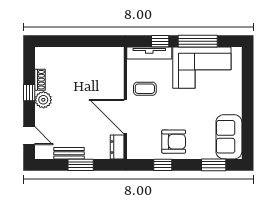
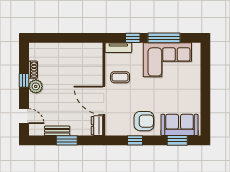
tv unit: (149, 53) -> (118, 48), width x0.71
sofa: (229, 137) -> (179, 125), moved, turned 90

